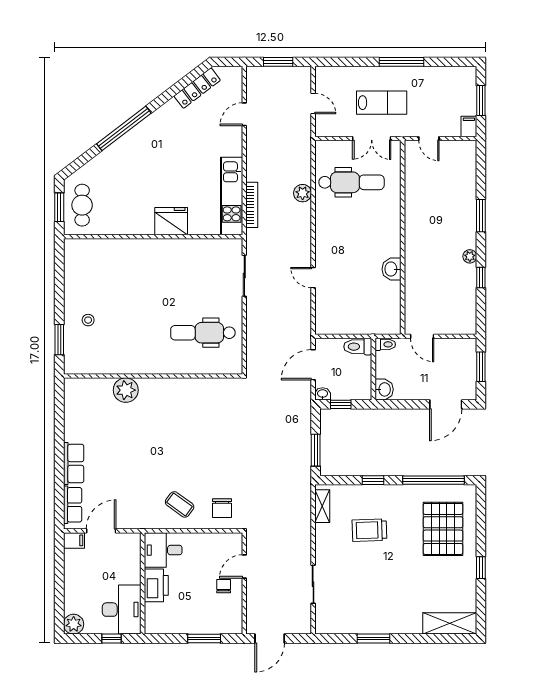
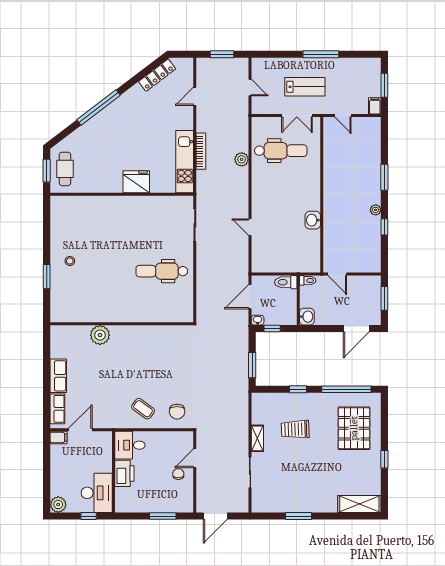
bookcase: (252, 205) -> (201, 151), moved
wall: (153, 376) -> (122, 324), moved
plant: (126, 390) -> (100, 335), moved
shelving: (322, 506) -> (257, 438), moved

